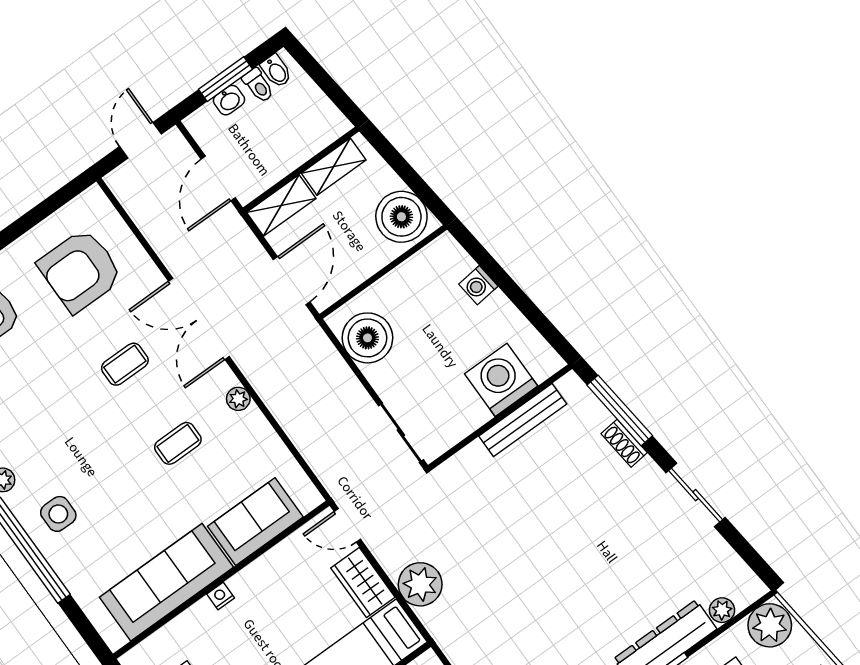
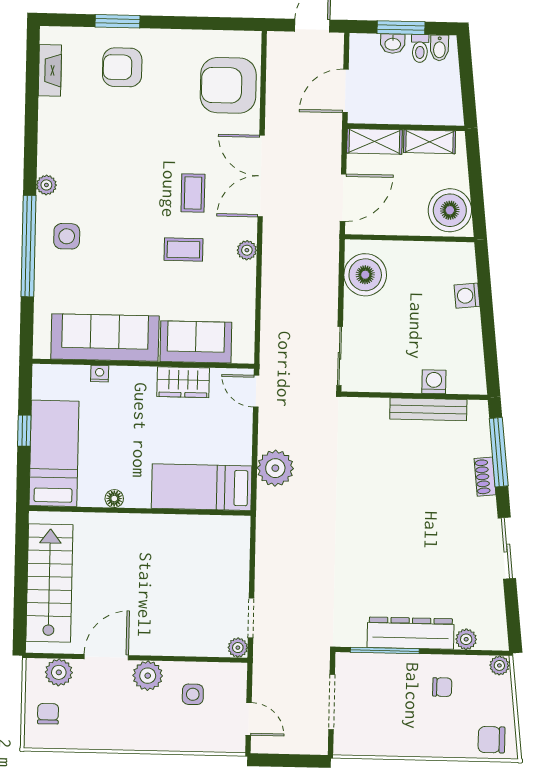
armchair: (80, 270) -> (228, 85), moved
coffee table: (125, 364) -> (193, 193), moved, turned 90
washing machine: (501, 380) -> (434, 382), width x0.53, depth x0.53
wardrobe: (363, 583) -> (183, 382), moved, turned -90
nightstand: (221, 596) -> (100, 374), moved
plant: (770, 625) -> (499, 665), width x0.53, depth x0.53

